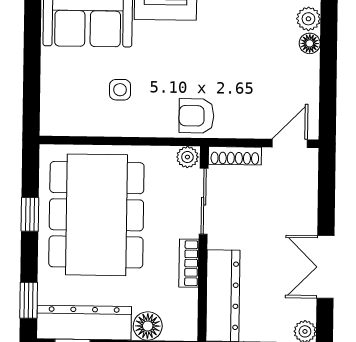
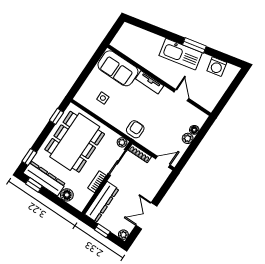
plant: (308, 19) -> (188, 138), moved
side table: (120, 90) -> (103, 98), moved
armchair: (196, 116) -> (135, 129), turned 90
window: (30, 214) -> (57, 116), moved

